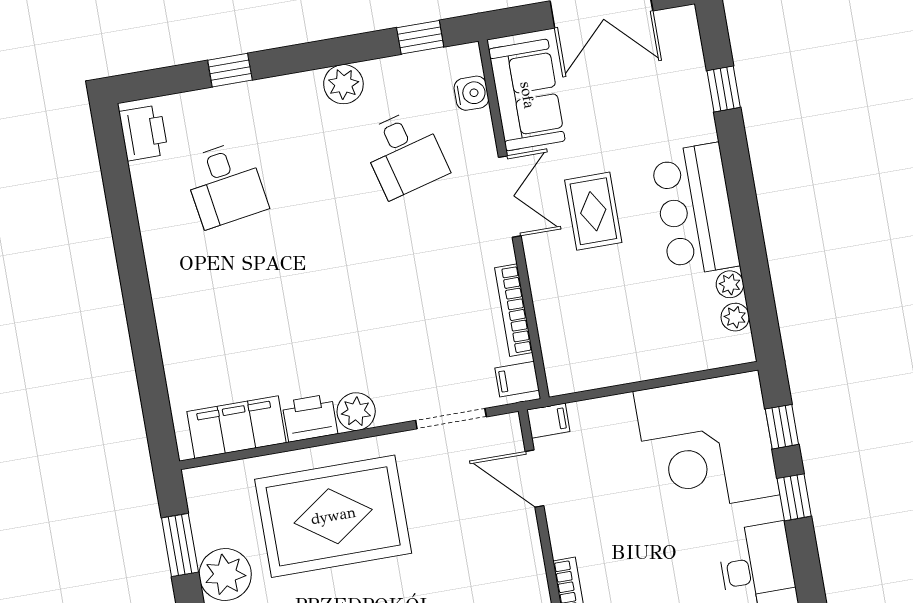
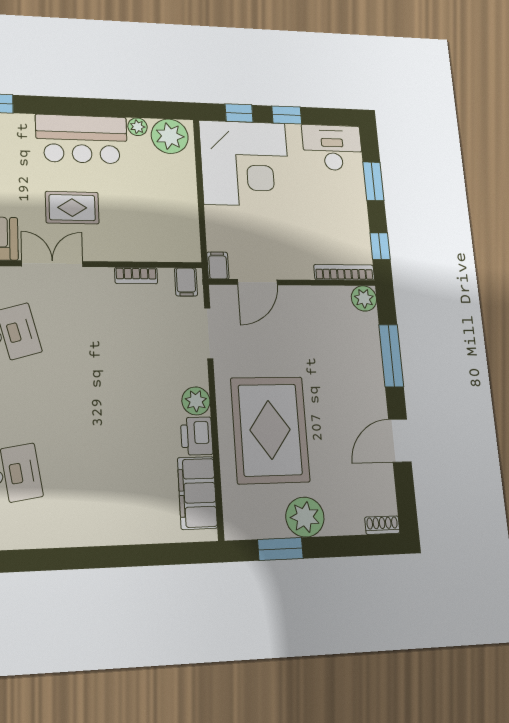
bookcase: (514, 310) -> (136, 276), width x0.64
plant: (735, 317) -> (170, 136), width x1.87, depth x1.87

